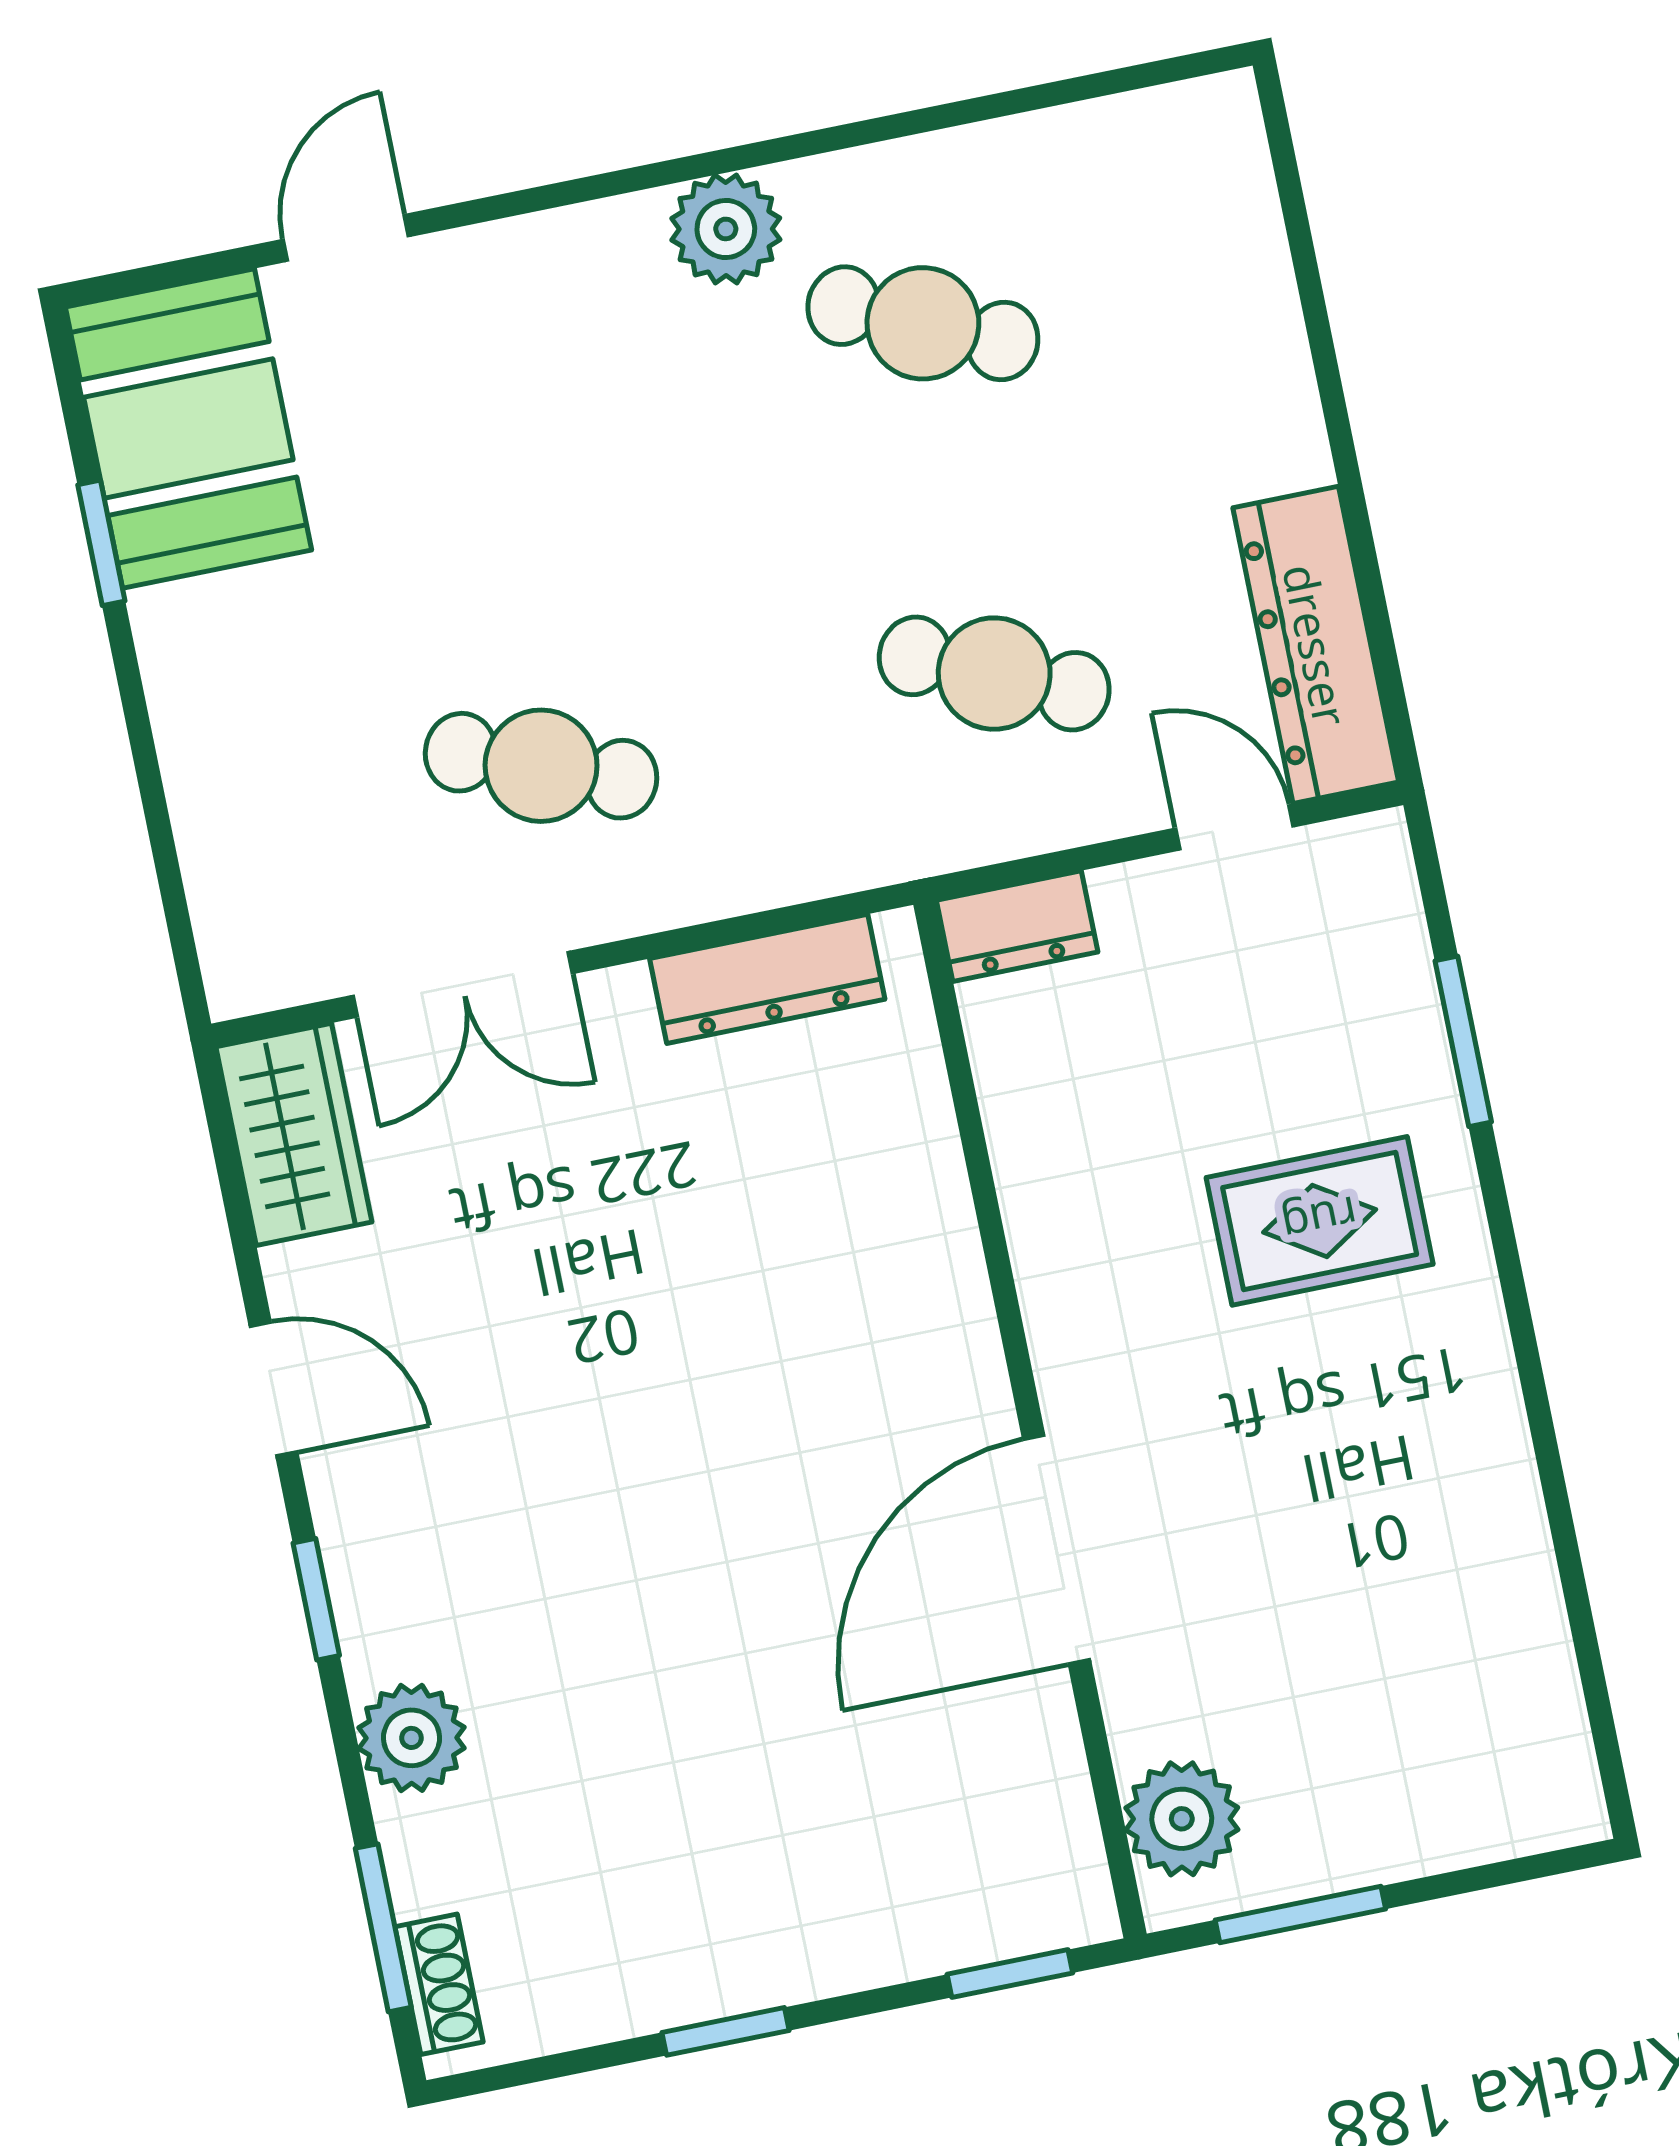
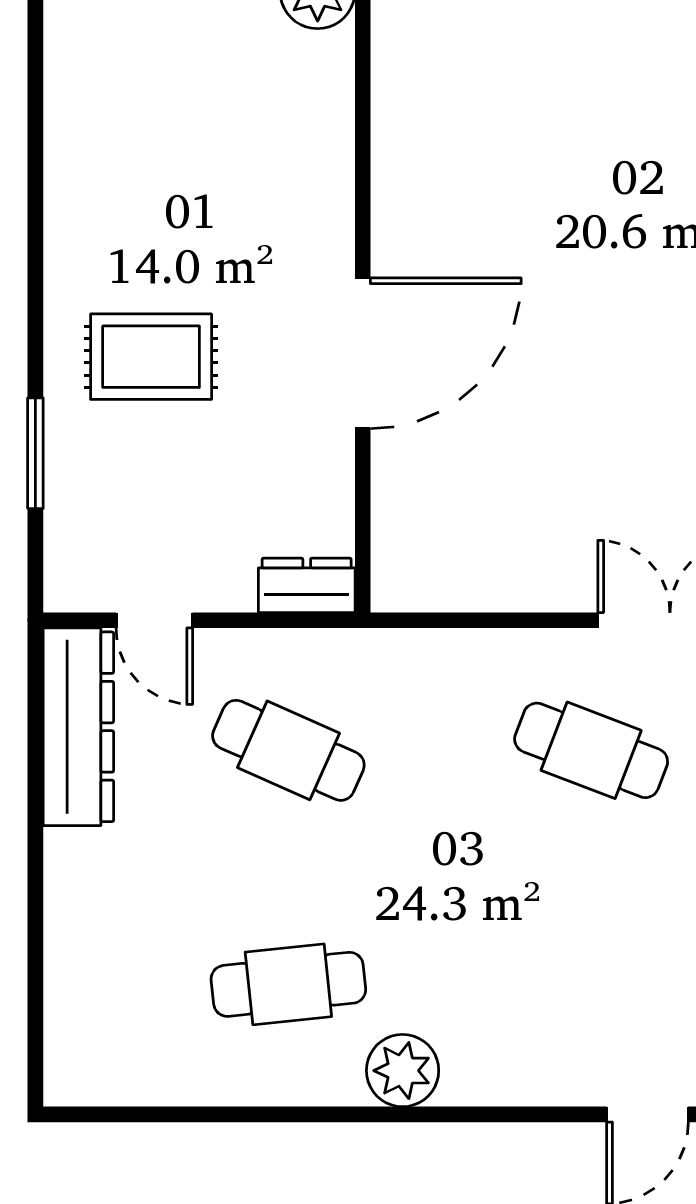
cafe table: (923, 323) -> (288, 984), turned -30
dresser: (767, 979) -> (474, 584), removed
door: (1057, 1550) -> (363, 353), moved

